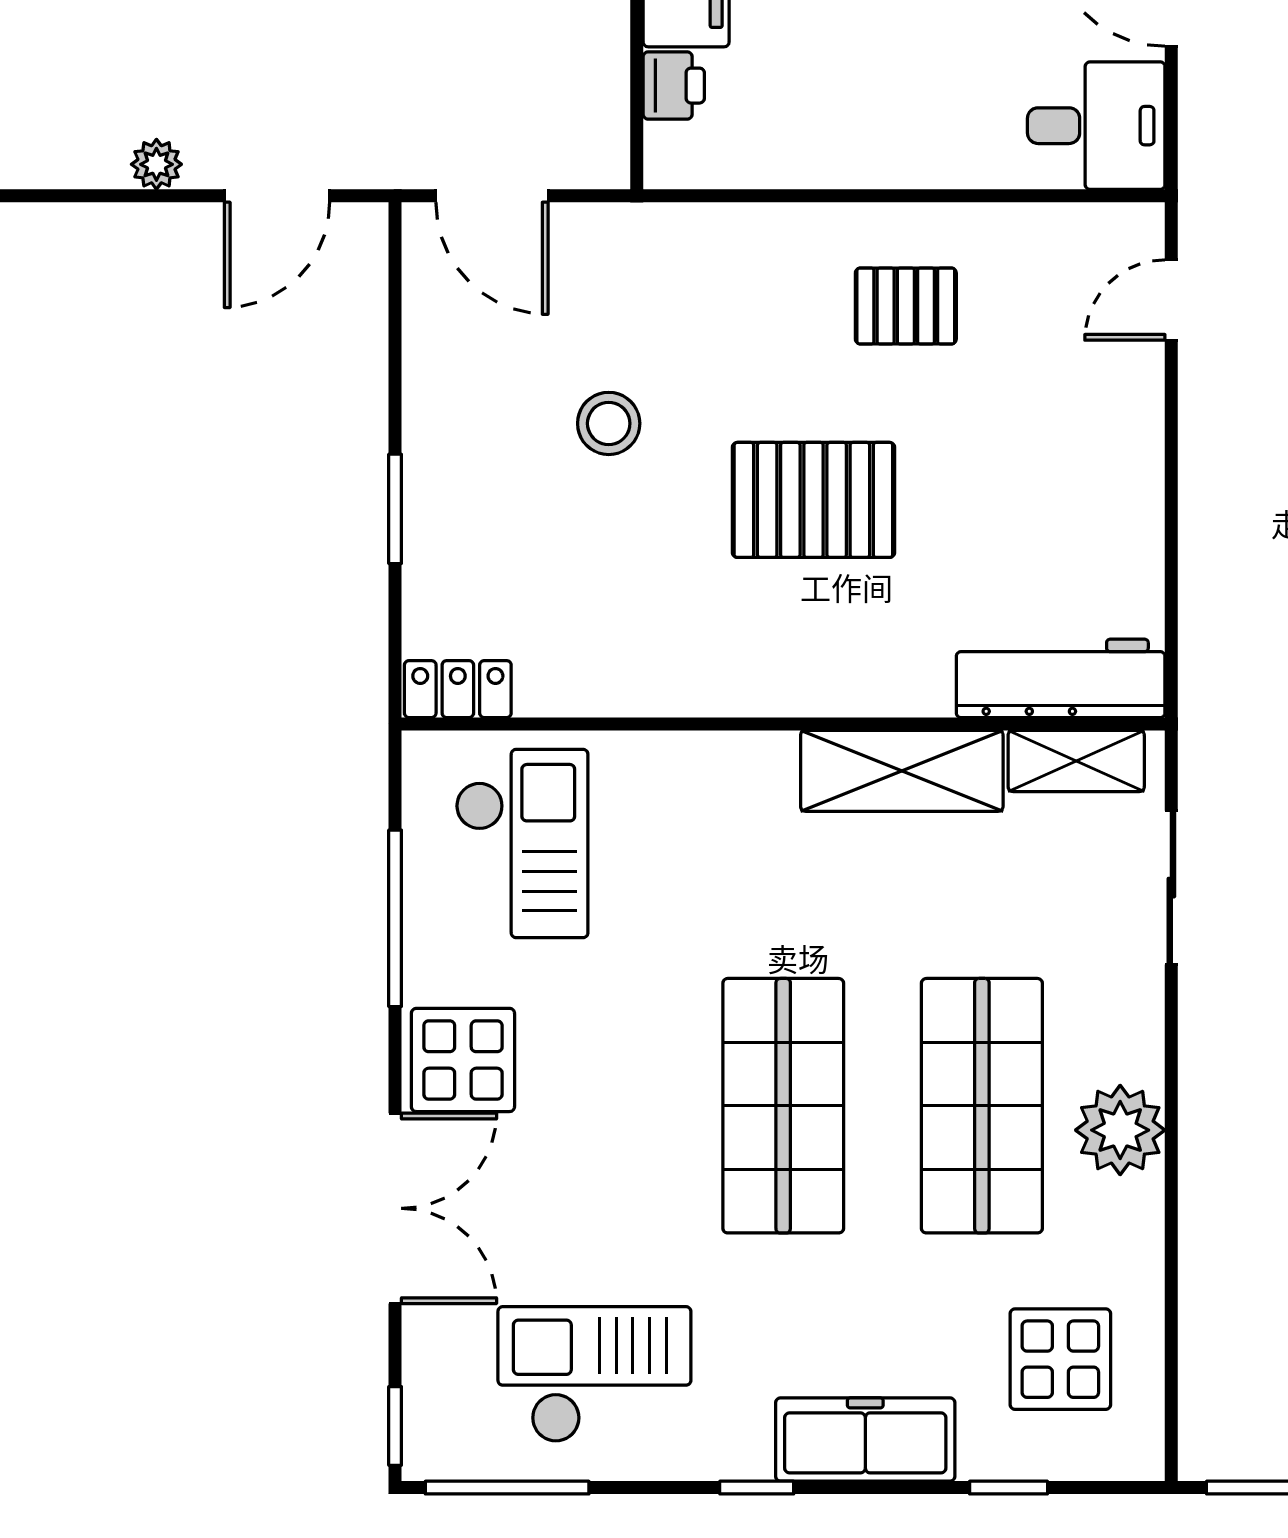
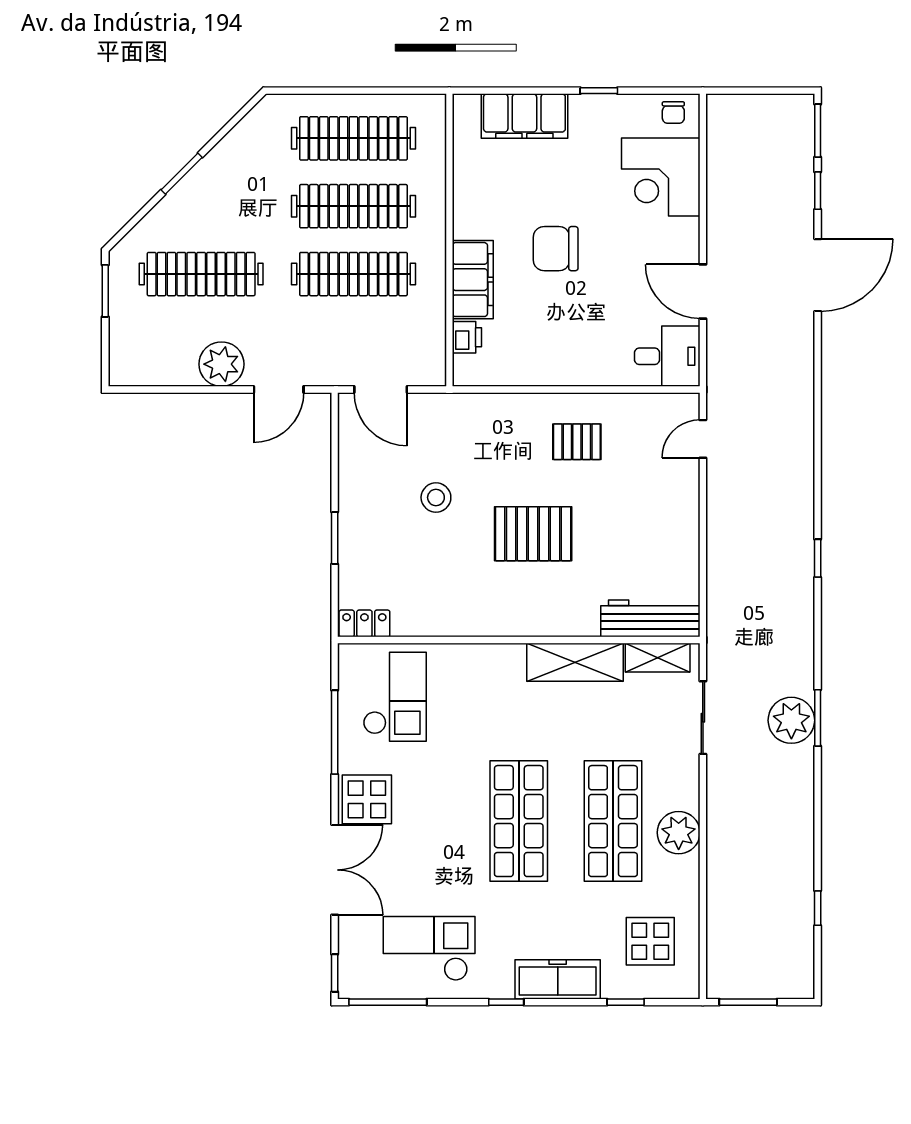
plant: (156, 164) -> (221, 364), width x1.87, depth x1.87

